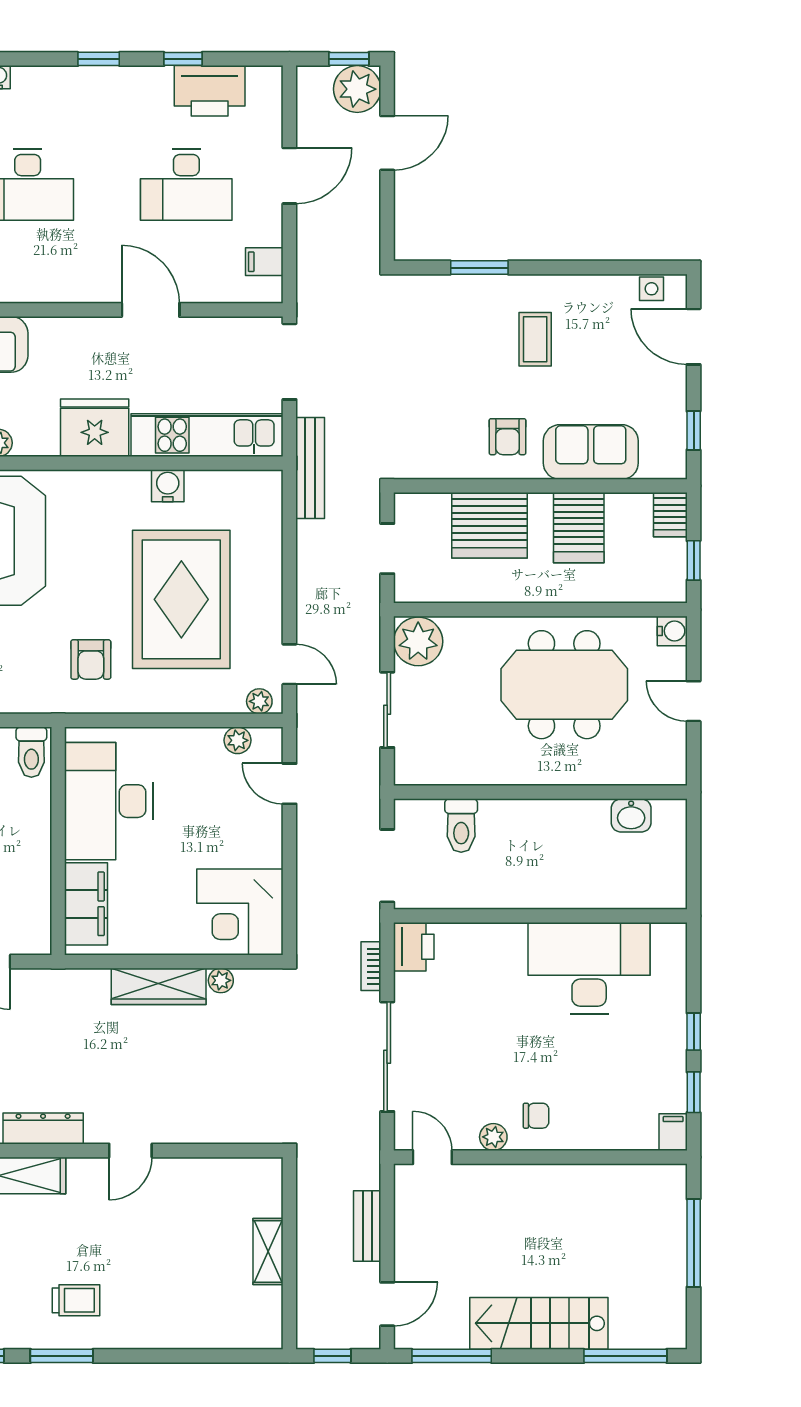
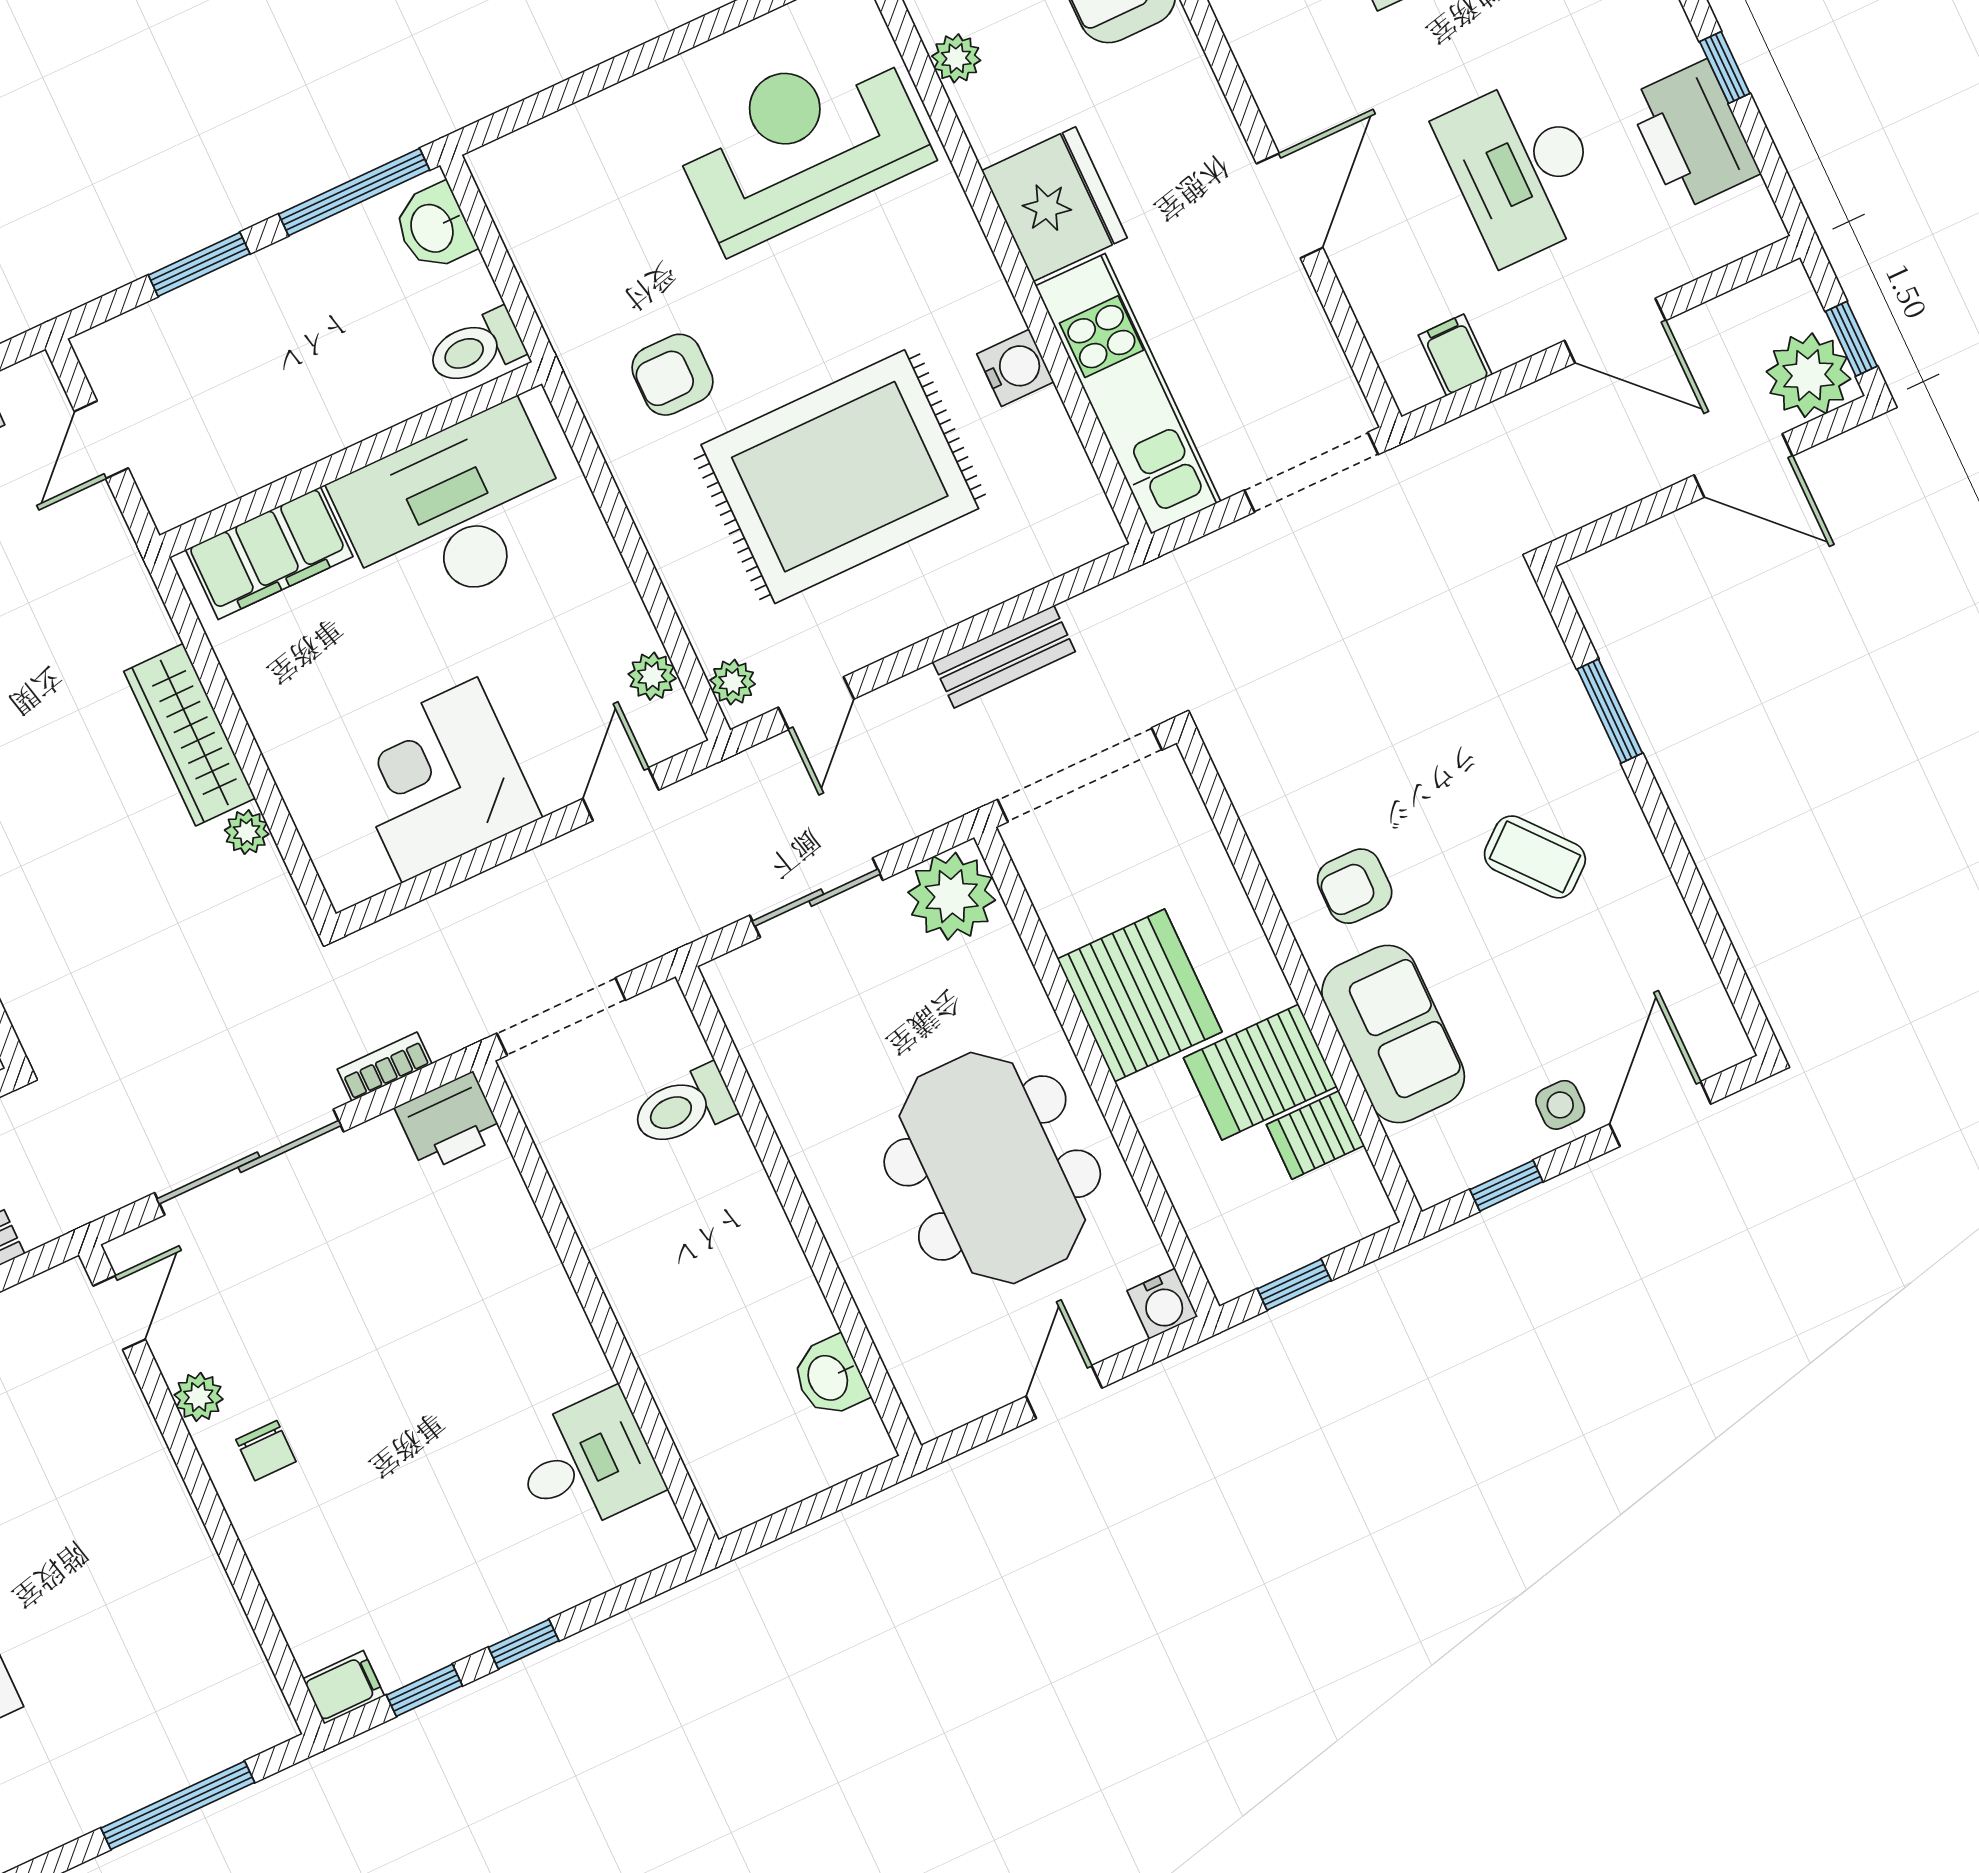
side table: (651, 289) -> (1560, 1105), moved
coffee table: (535, 339) -> (1535, 857), turned 50
bench: (310, 468) -> (1004, 657), moved, width x0.73
server rack: (670, 515) -> (1315, 1135), moved
server rack: (489, 525) -> (1140, 995), moved, turned 180
doorway: (387, 549) -> (1080, 775), width x1.87
corner desk: (240, 912) -> (440, 780), moved
desk: (589, 968) -> (587, 1463), width x0.53, depth x0.77

